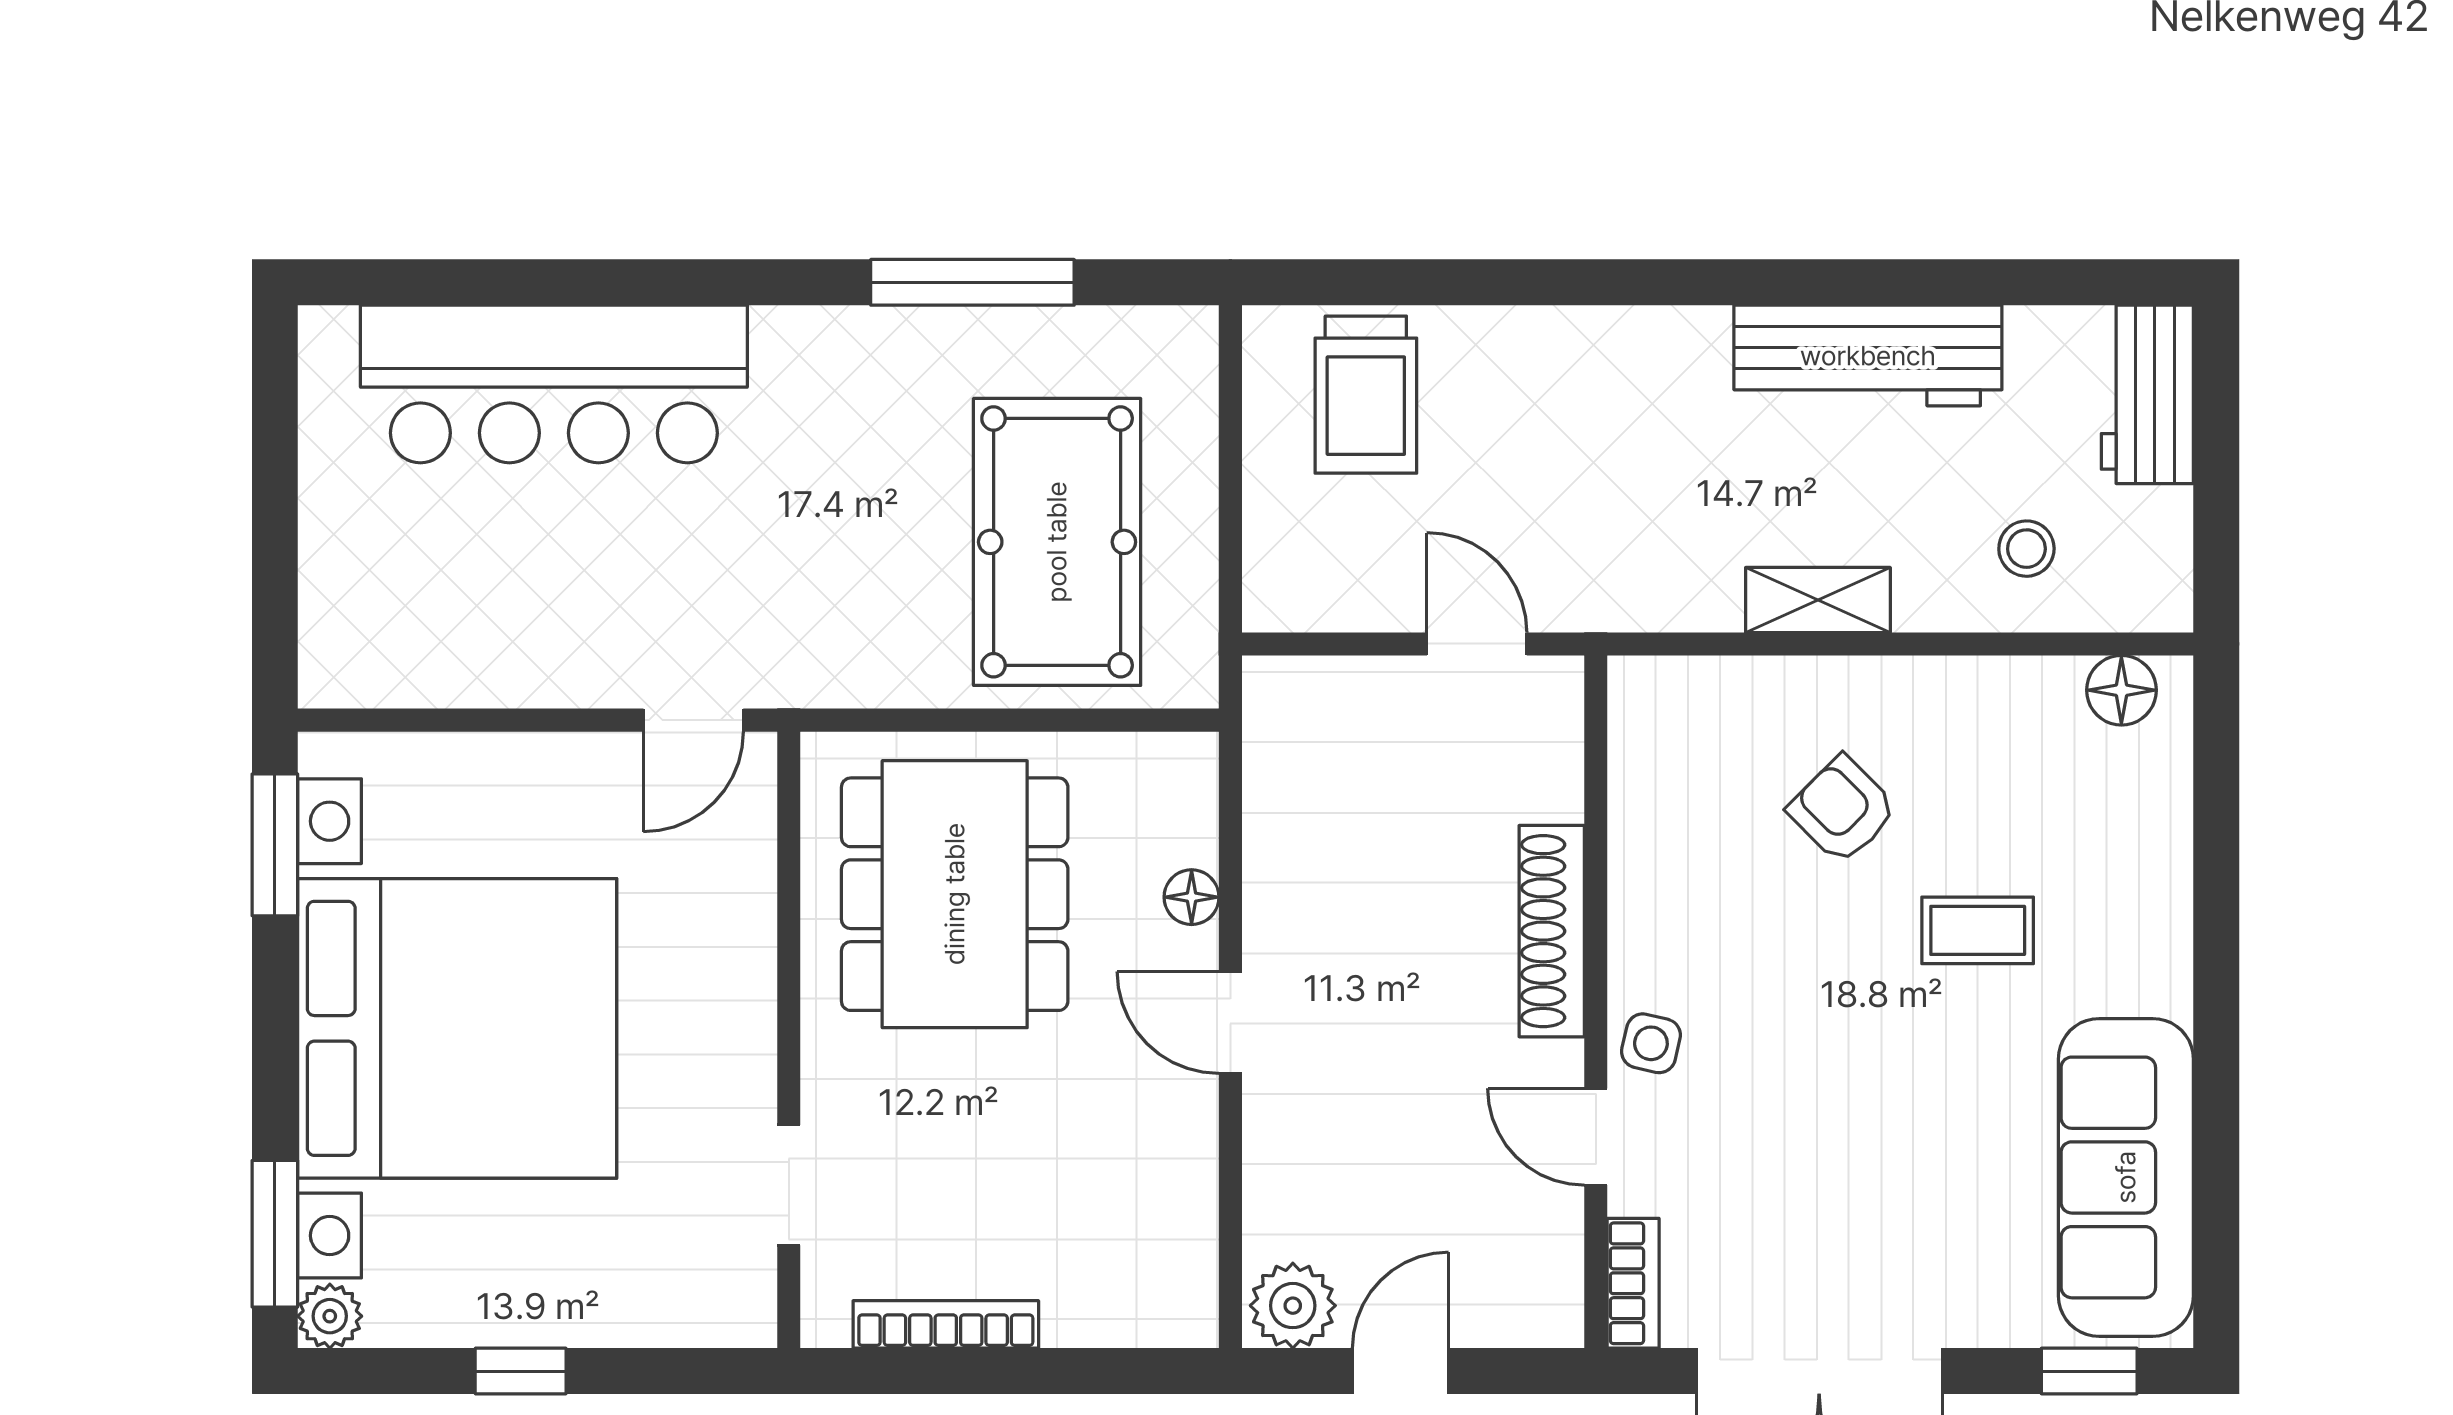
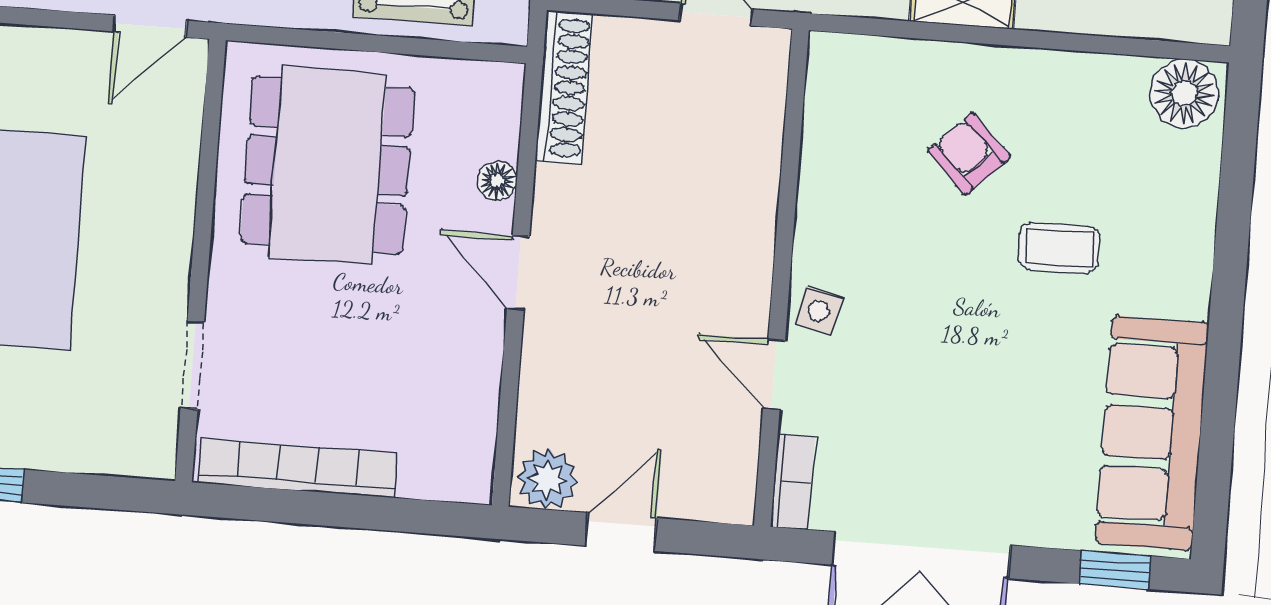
floor lamp: (2121, 690) -> (1184, 94), width x1.38, depth x1.38
shoe rack: (1552, 931) -> (564, 88), moved, turned 180
bookcase: (946, 1324) -> (298, 468), width x1.48, depth x1.31

